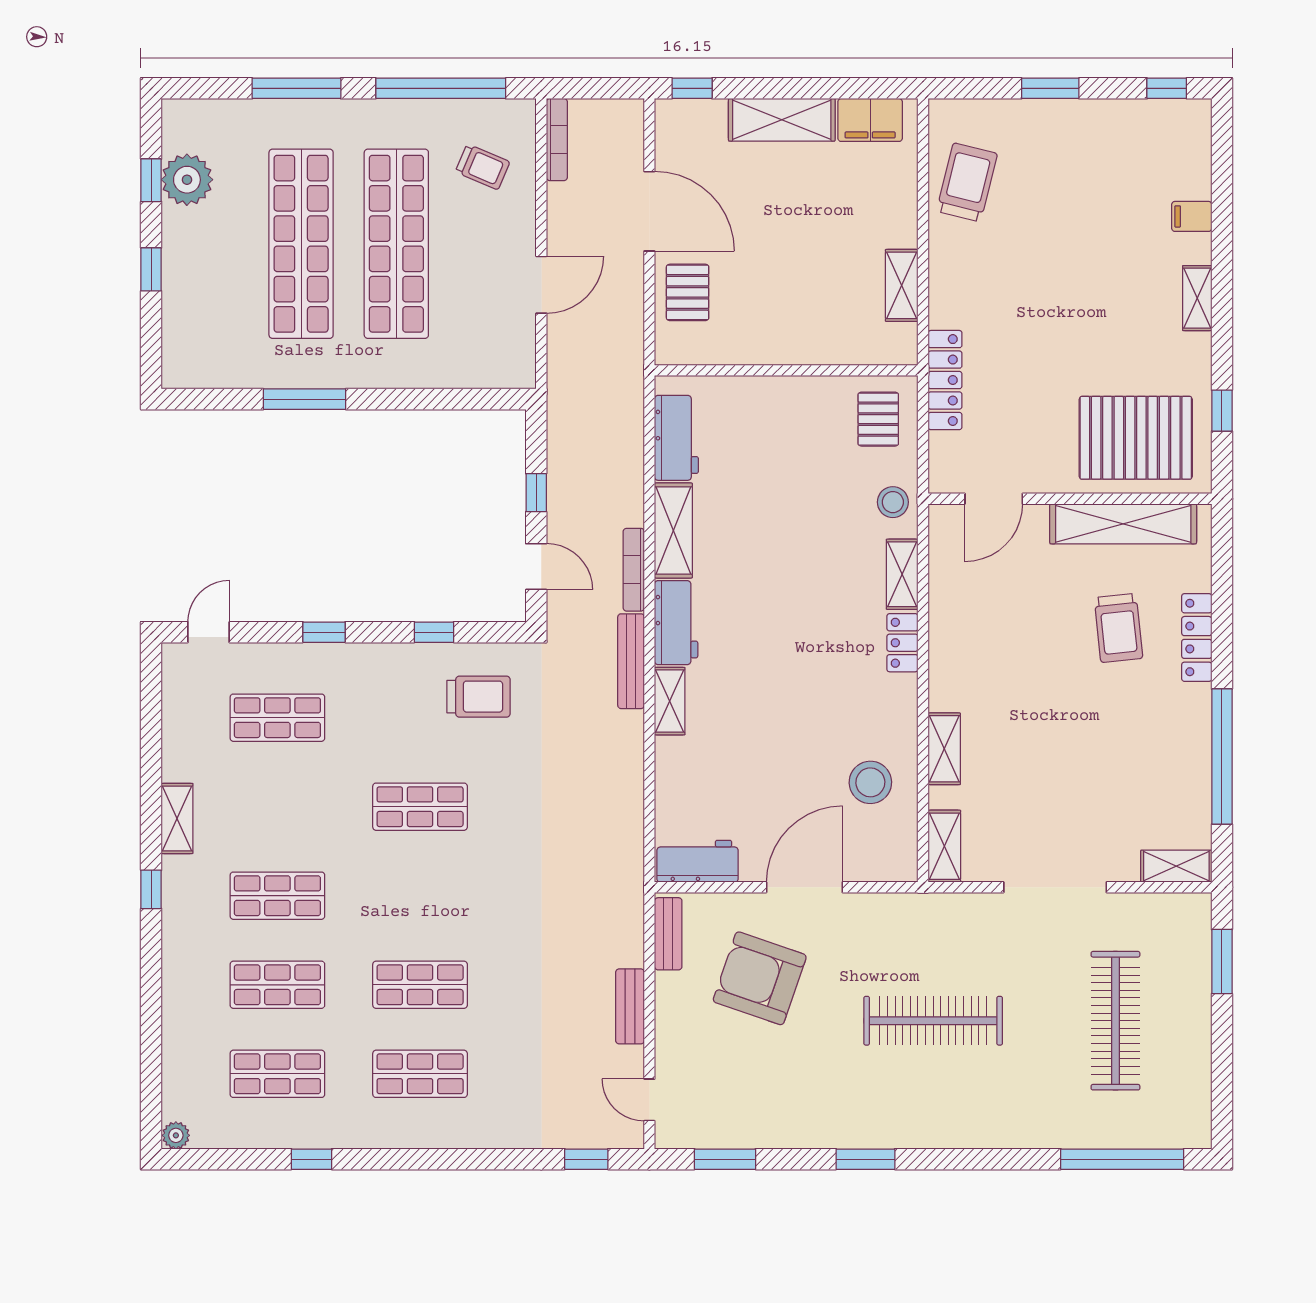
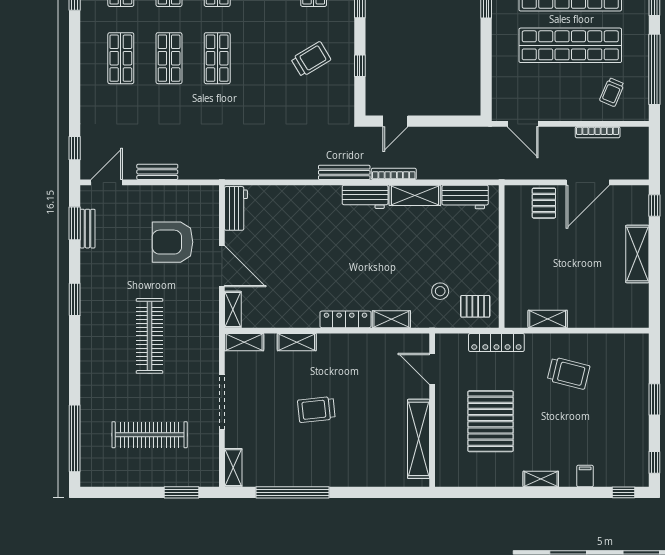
filing cabinet: (870, 120) -> (637, 302), removed
bookcase: (557, 140) -> (598, 132), moved
trolley: (967, 182) -> (569, 373), moved
door: (541, 285) -> (523, 124), moved
pallet: (688, 292) -> (544, 203), turned 90
window: (1222, 411) -> (624, 492), moved
pallet: (1136, 438) -> (491, 421), moved
window: (536, 493) -> (435, 121), removed
stool: (893, 502) -> (440, 291), moved
trolley: (1118, 628) -> (316, 410), moved
locker: (1197, 637) -> (357, 479), removed
locker: (902, 643) -> (345, 319), width x1.53
trolley: (479, 697) -> (311, 59), moved, turned -121
shelving: (670, 701) -> (233, 309), moved, turned 90
stool: (870, 782) -> (279, 302), removed
shop shelf: (420, 807) -> (217, 58), moved
bench: (668, 934) -> (87, 229), moved, turned 90
armchair: (760, 978) -> (172, 242), turned -109
door: (649, 1100) -> (107, 182), width x1.38

